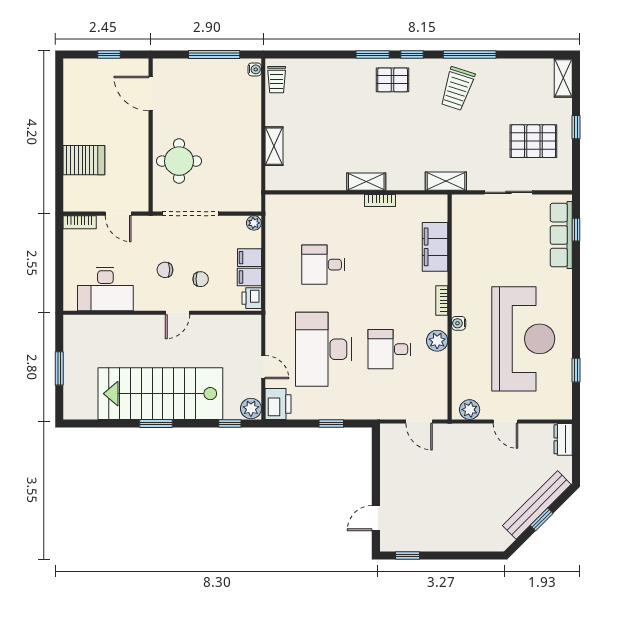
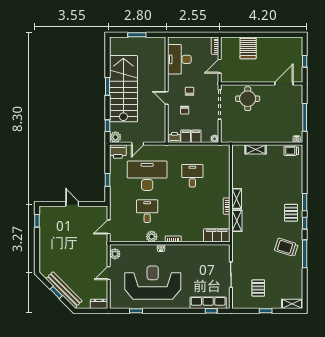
pallet: (533, 141) -> (258, 288), width x0.67, depth x0.71
shelving: (446, 181) -> (237, 221), moved
filing cabinet: (435, 247) -> (217, 235), moved
reception desk: (523, 339) -> (153, 283), turned 180
door: (376, 518) -> (72, 204), moved

